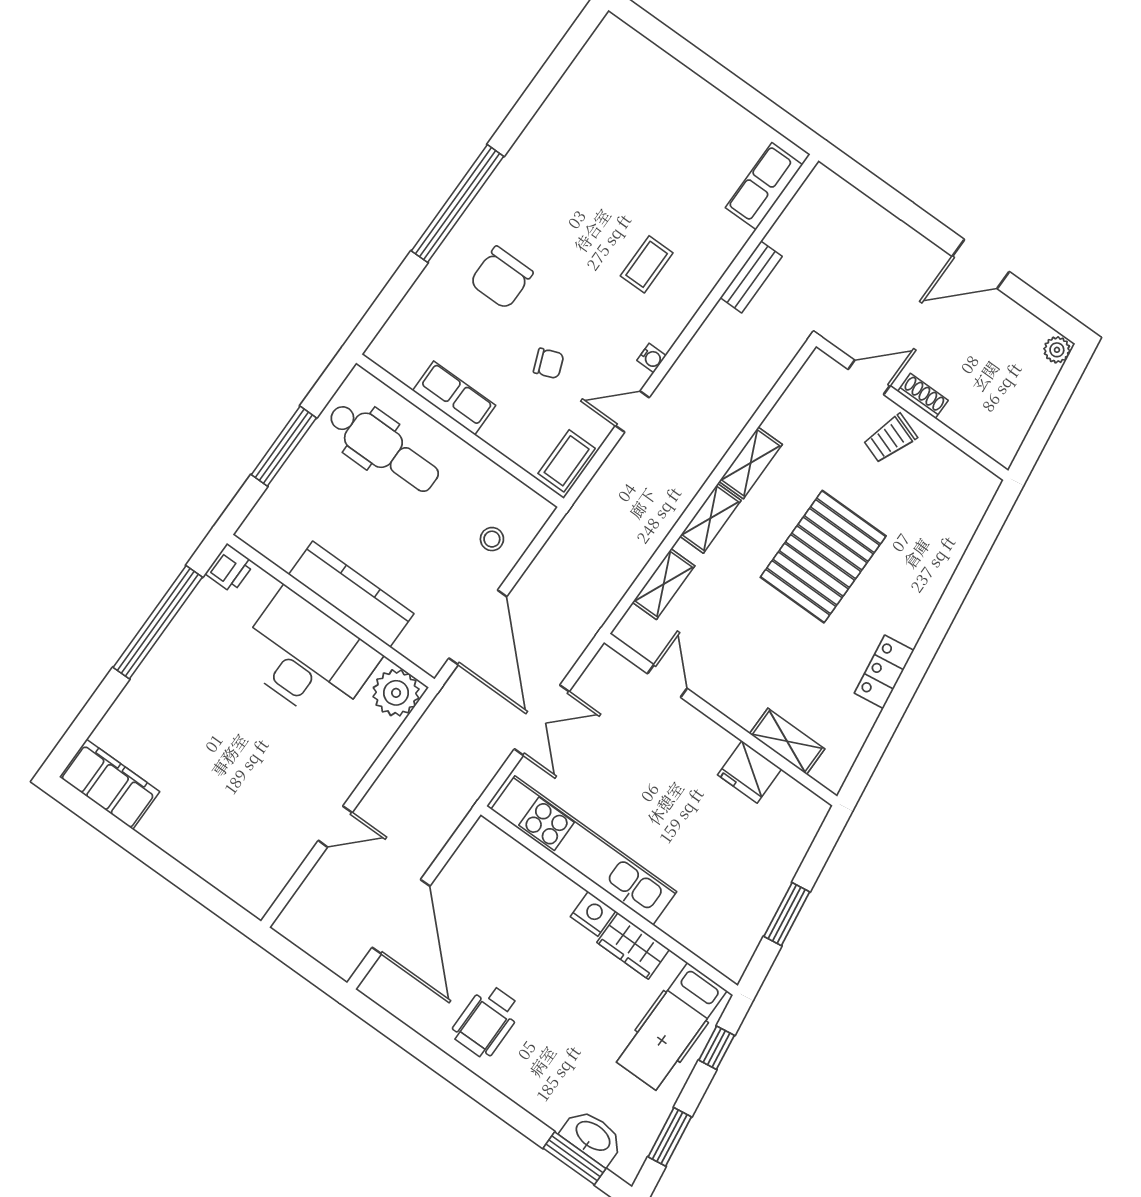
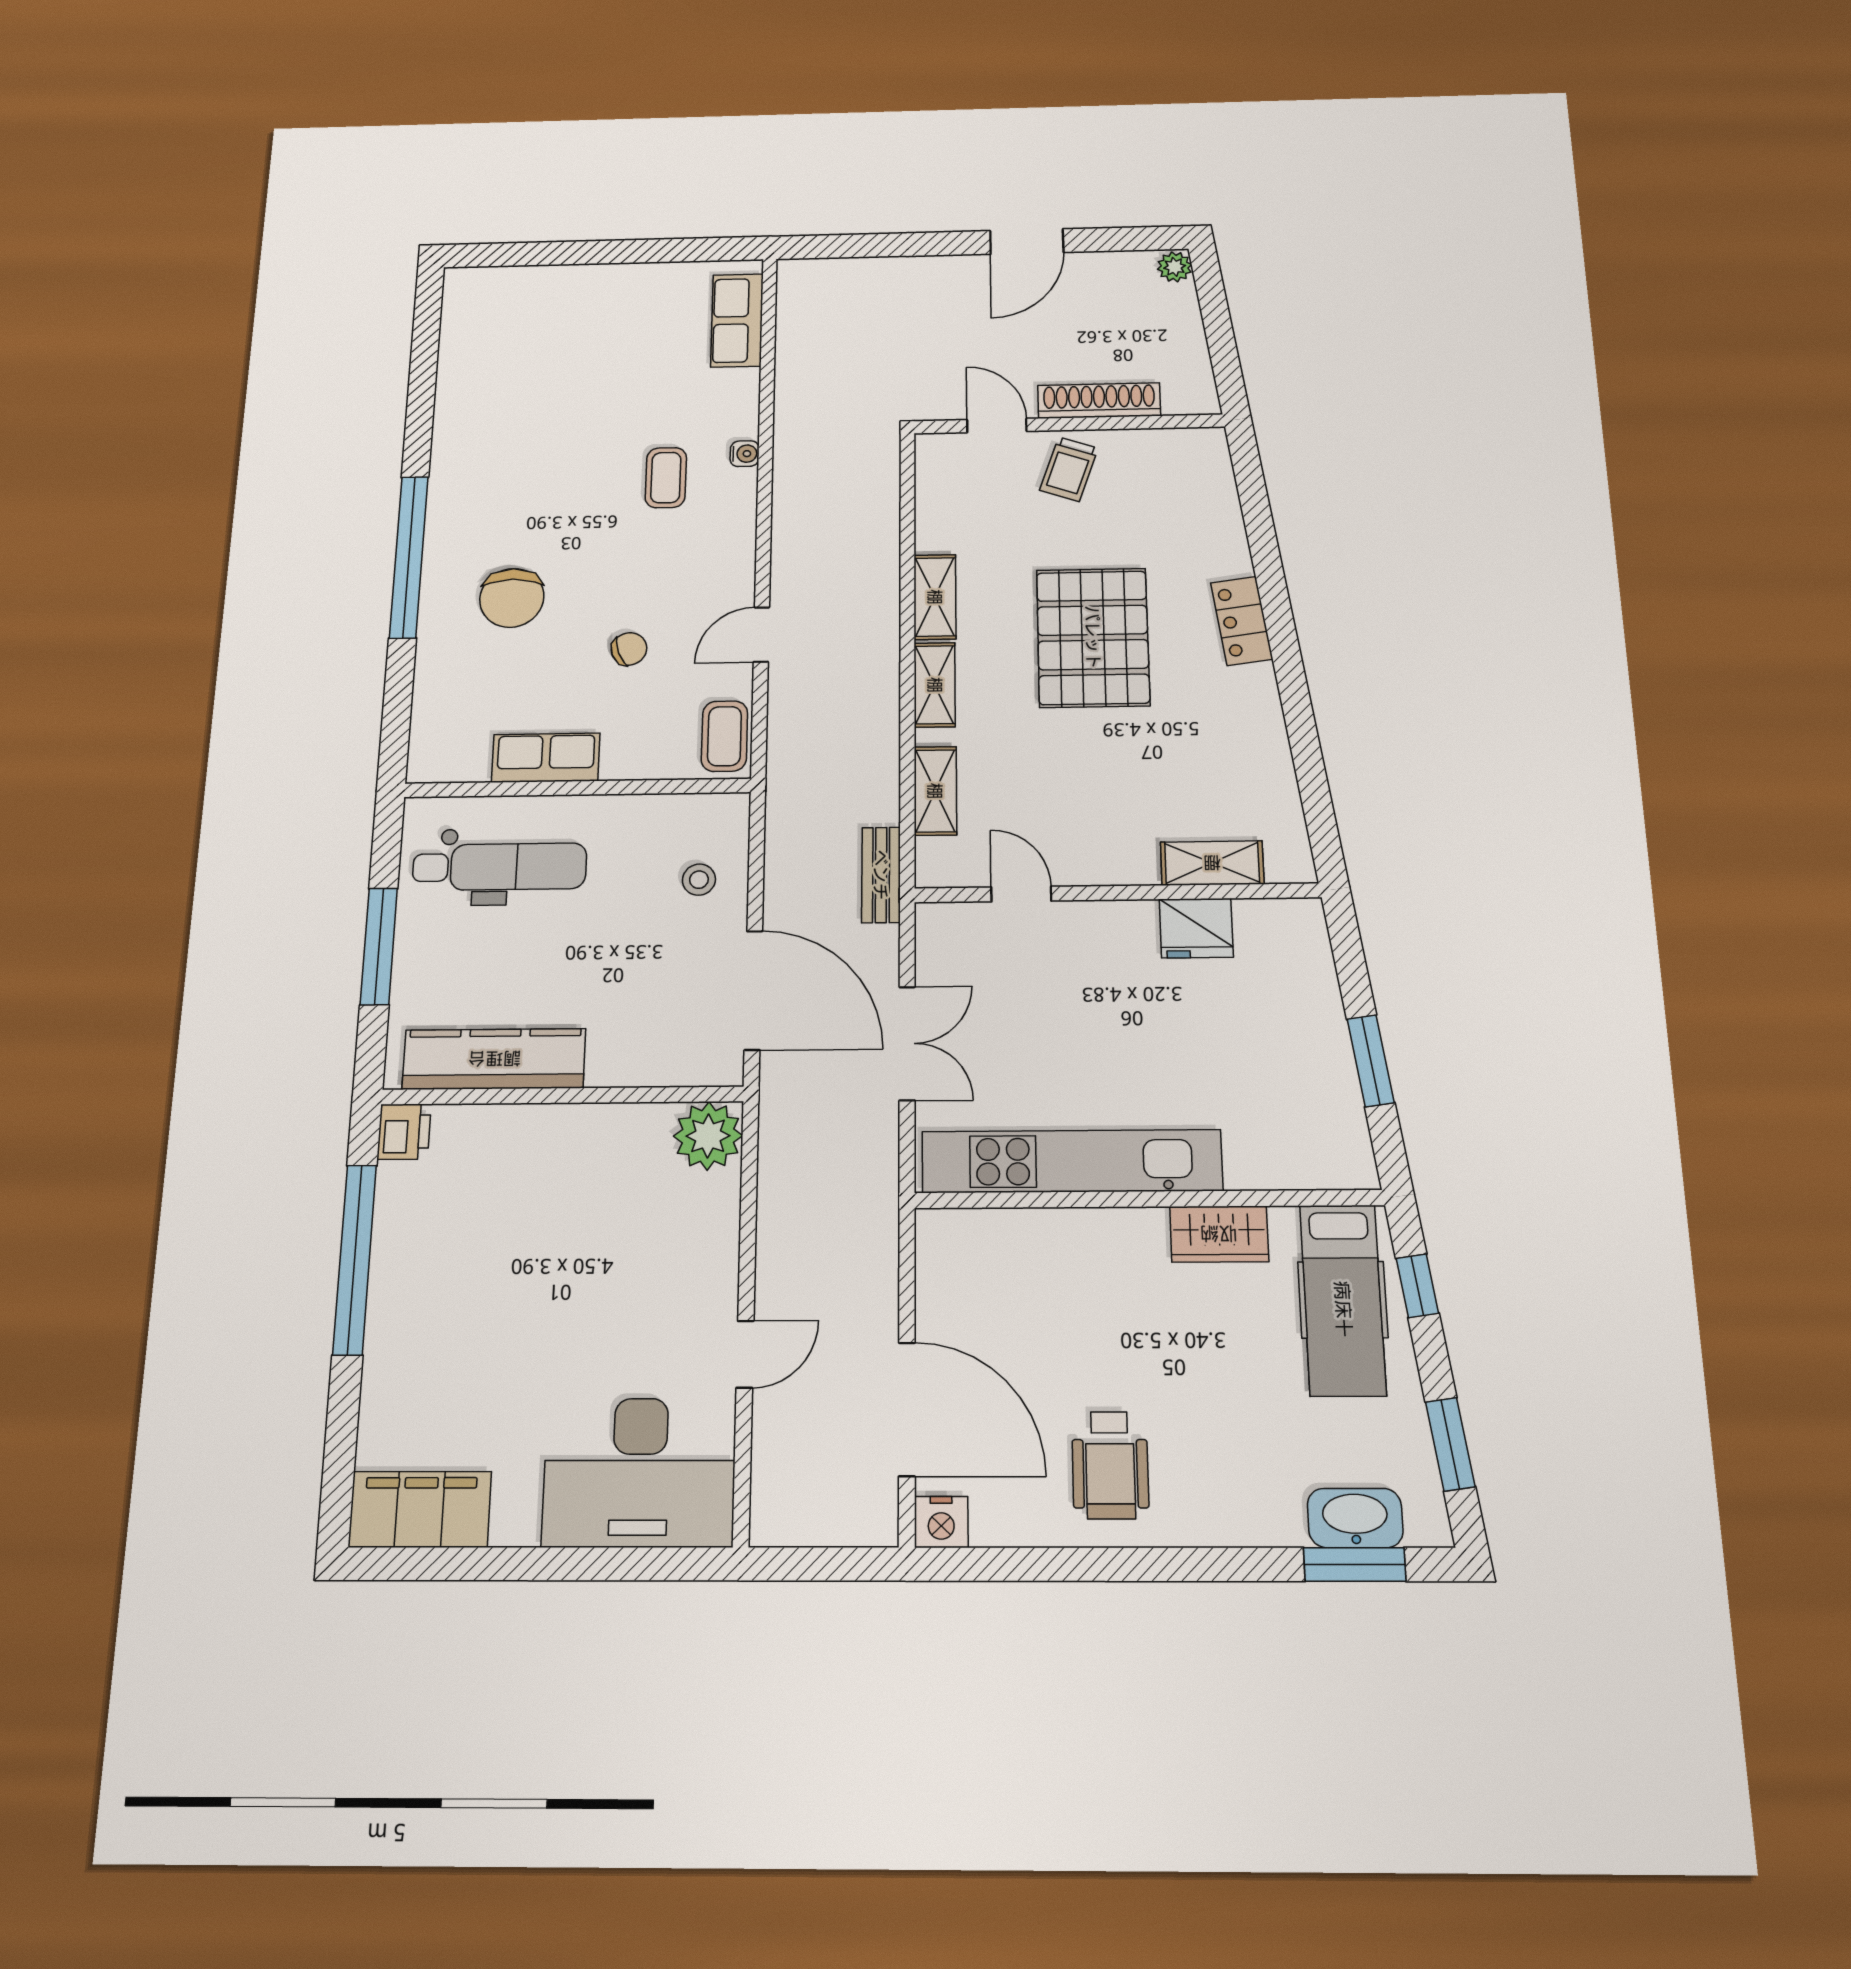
bench: (751, 277) -> (881, 875), moved
water cooler: (652, 358) -> (745, 454), moved
door: (869, 377) -> (997, 426), hinge flipped
shoe rack: (923, 396) -> (1099, 401), width x1.94, depth x1.24
kitchen counter: (351, 594) -> (494, 1059), moved
desk: (307, 657) -> (639, 1472), moved, turned 180
locker: (884, 672) -> (1242, 621), moved
nightstand: (593, 914) -> (941, 1522), moved, turned 180

